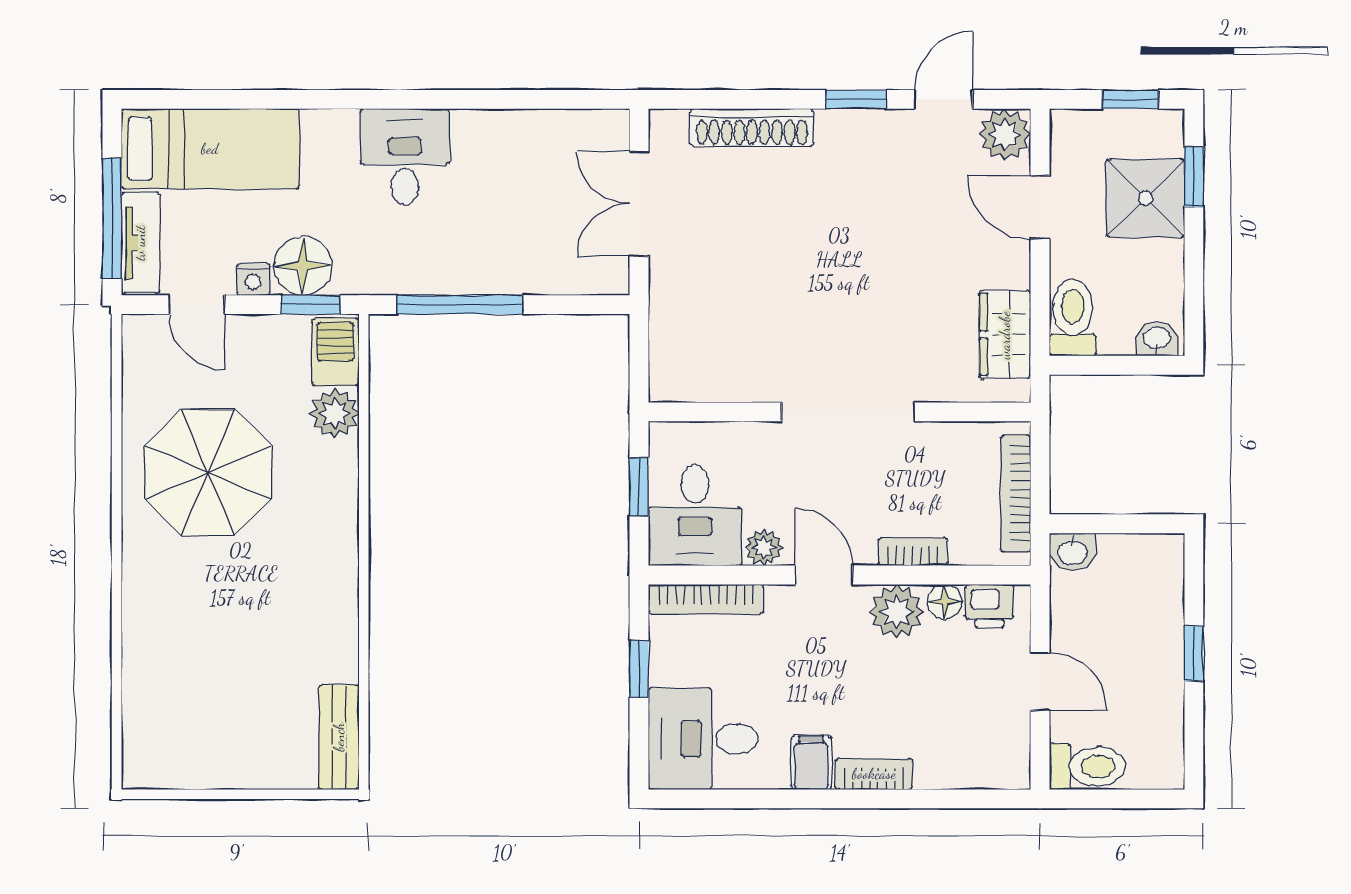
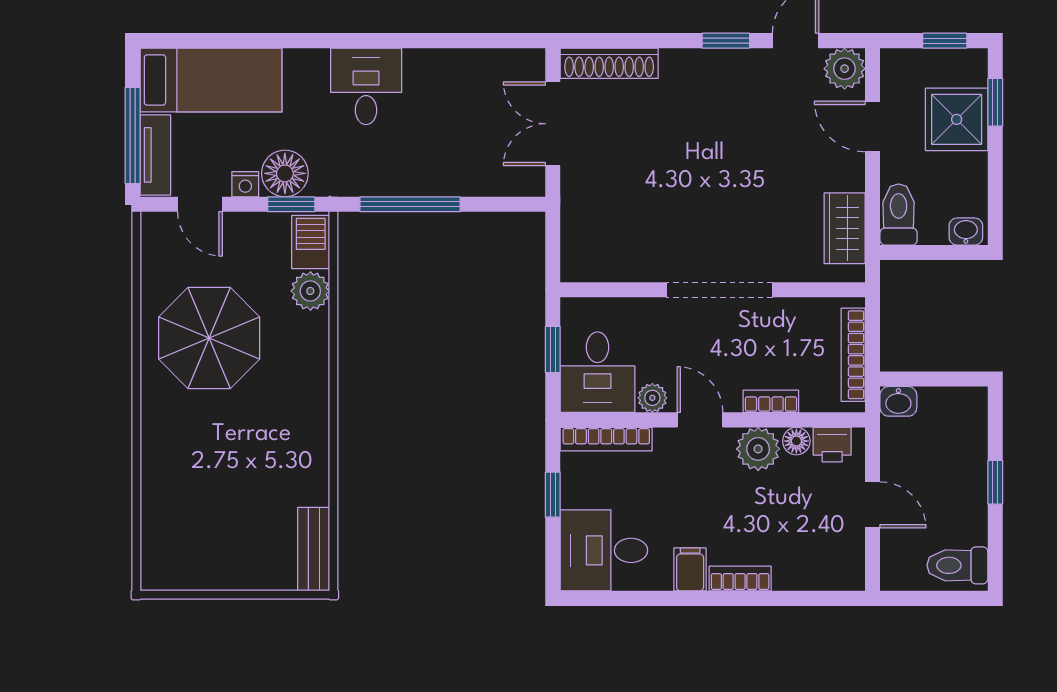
shoe rack: (752, 128) -> (609, 63), moved
toilet: (1087, 766) -> (957, 565), moved, turned 180

